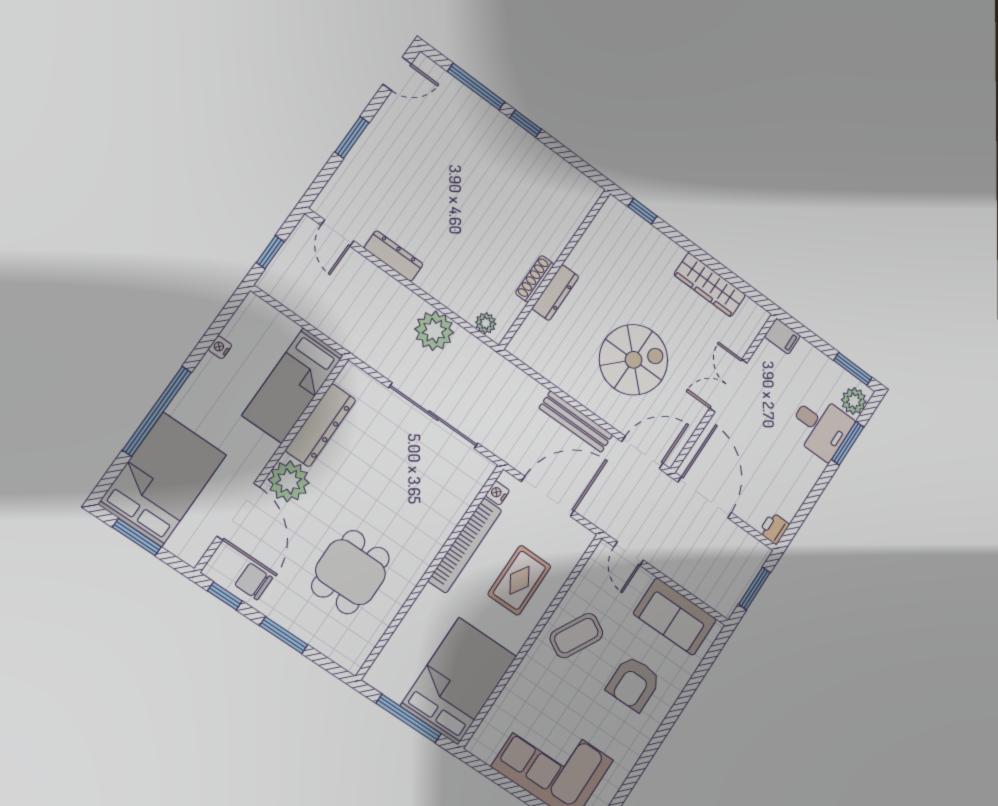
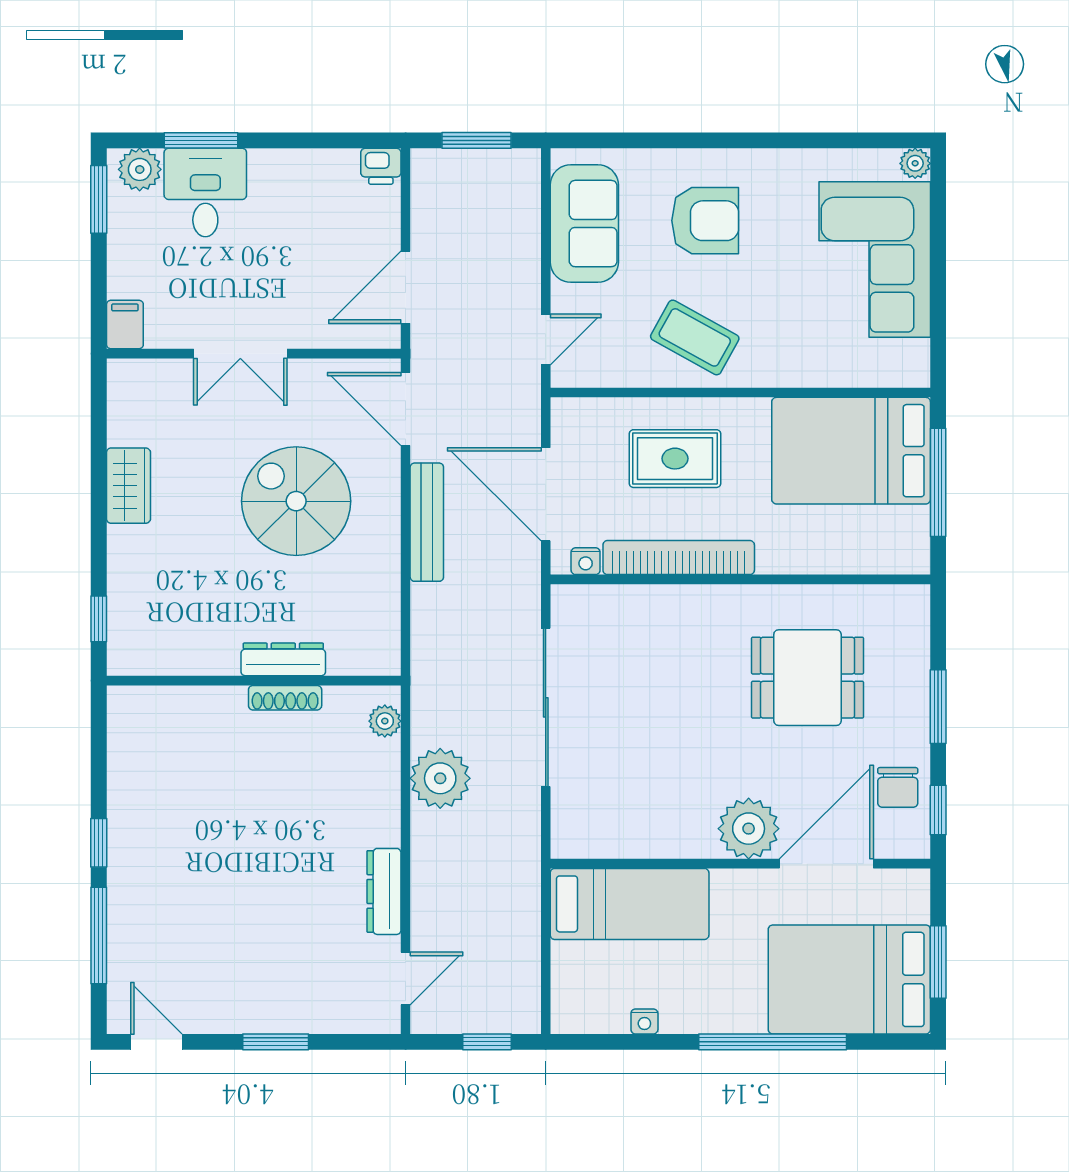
wardrobe: (710, 285) -> (128, 486), width x0.67
dresser: (321, 425) -> (654, 837), removed
door: (705, 497) -> (406, 287), width x0.73

